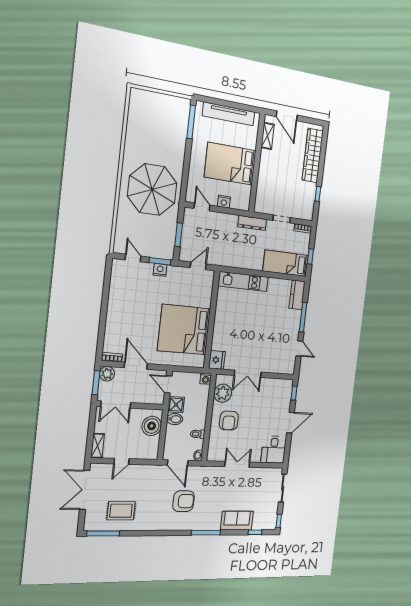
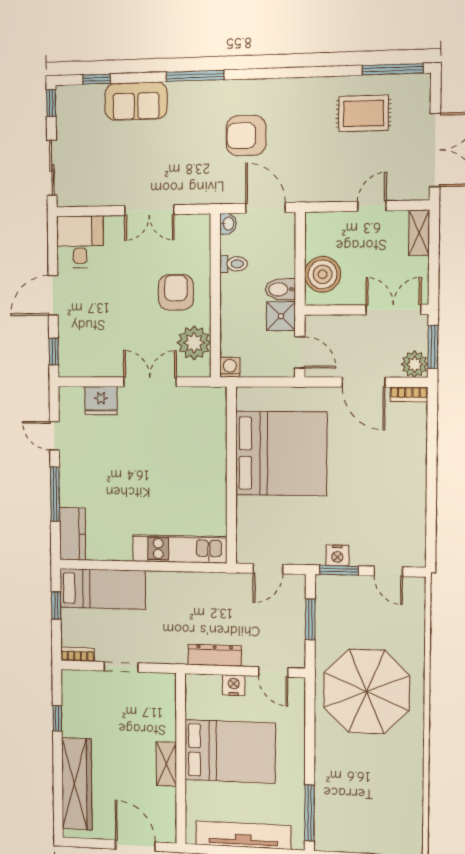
shelving: (268, 136) -> (166, 764), moved
dresser: (252, 223) -> (215, 655), moved
fridge: (217, 360) -> (101, 401), moved, turned -90

